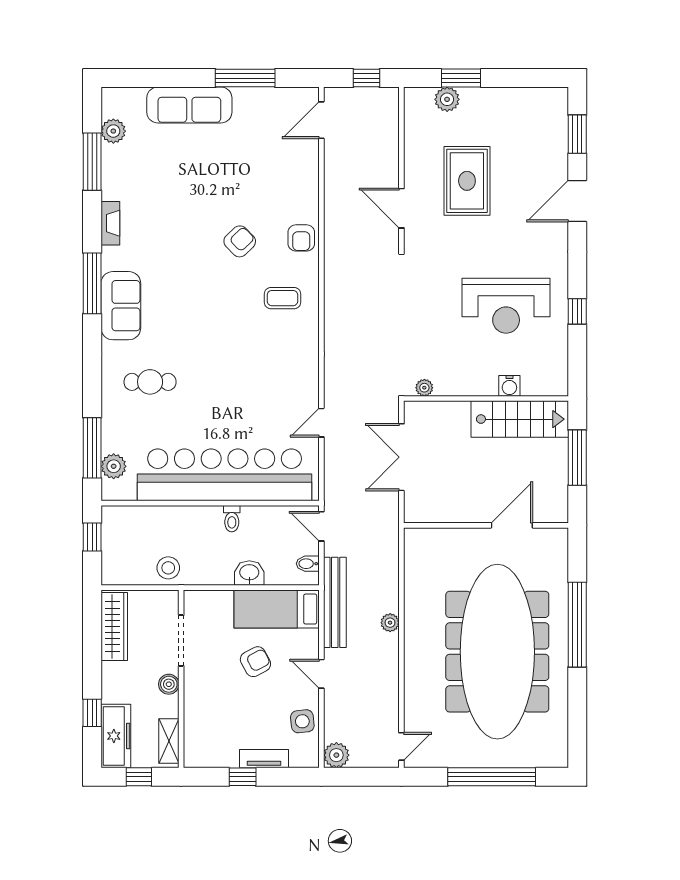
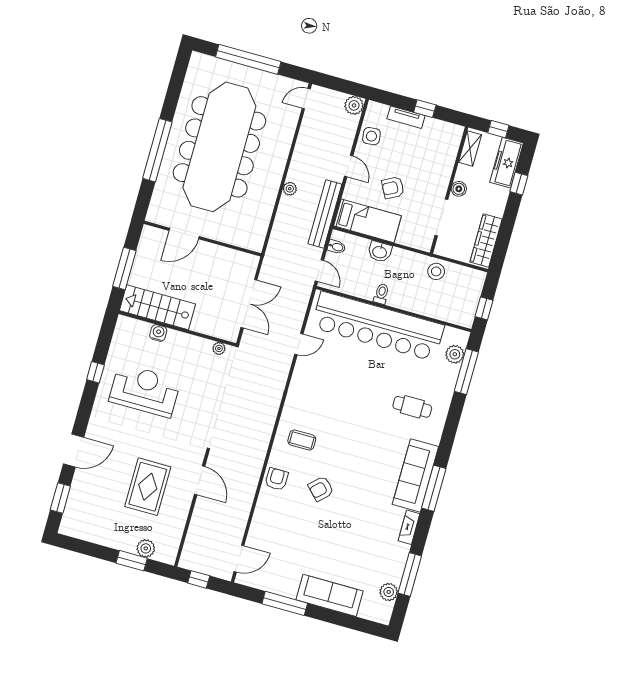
sofa: (121, 306) -> (415, 475), width x1.36

